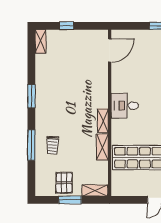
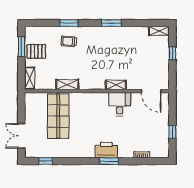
desk: (125, 106) -> (120, 104), moved
shelving: (103, 121) -> (116, 85), moved
window: (31, 145) -> (69, 23), width x0.69
window: (70, 200) -> (21, 46), moved

